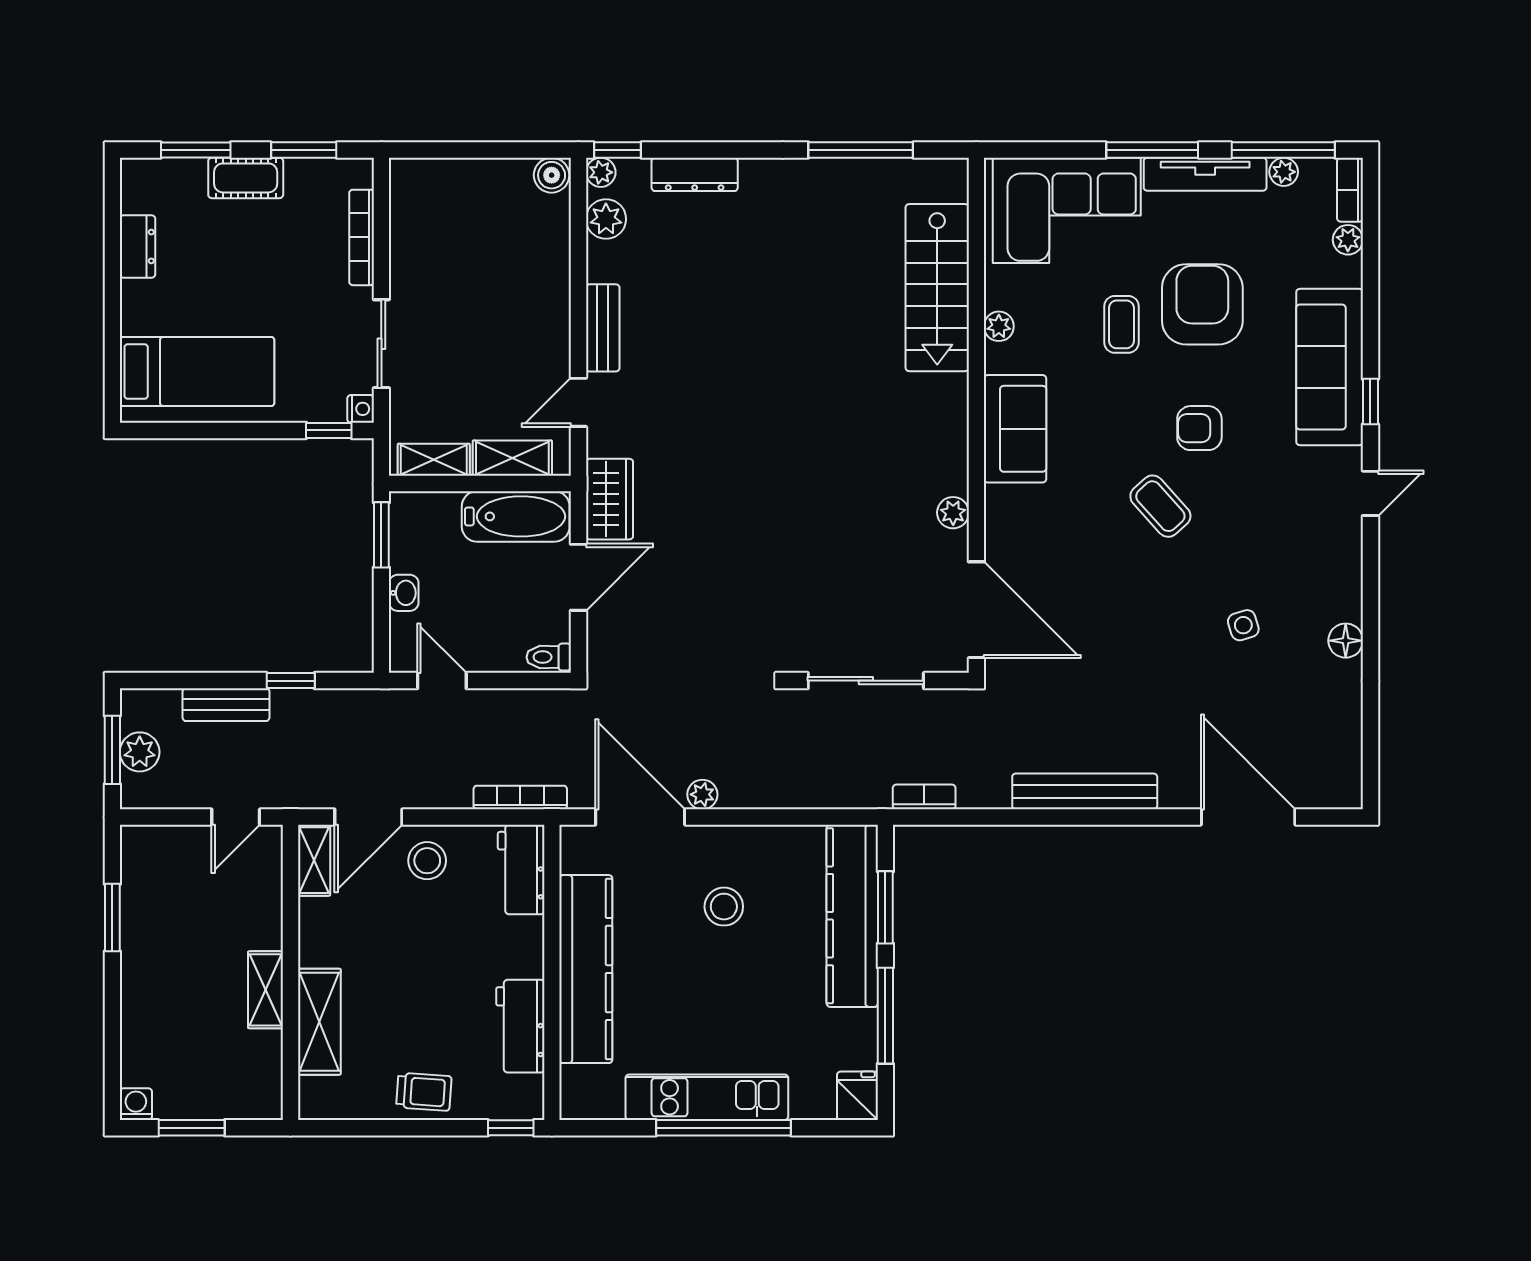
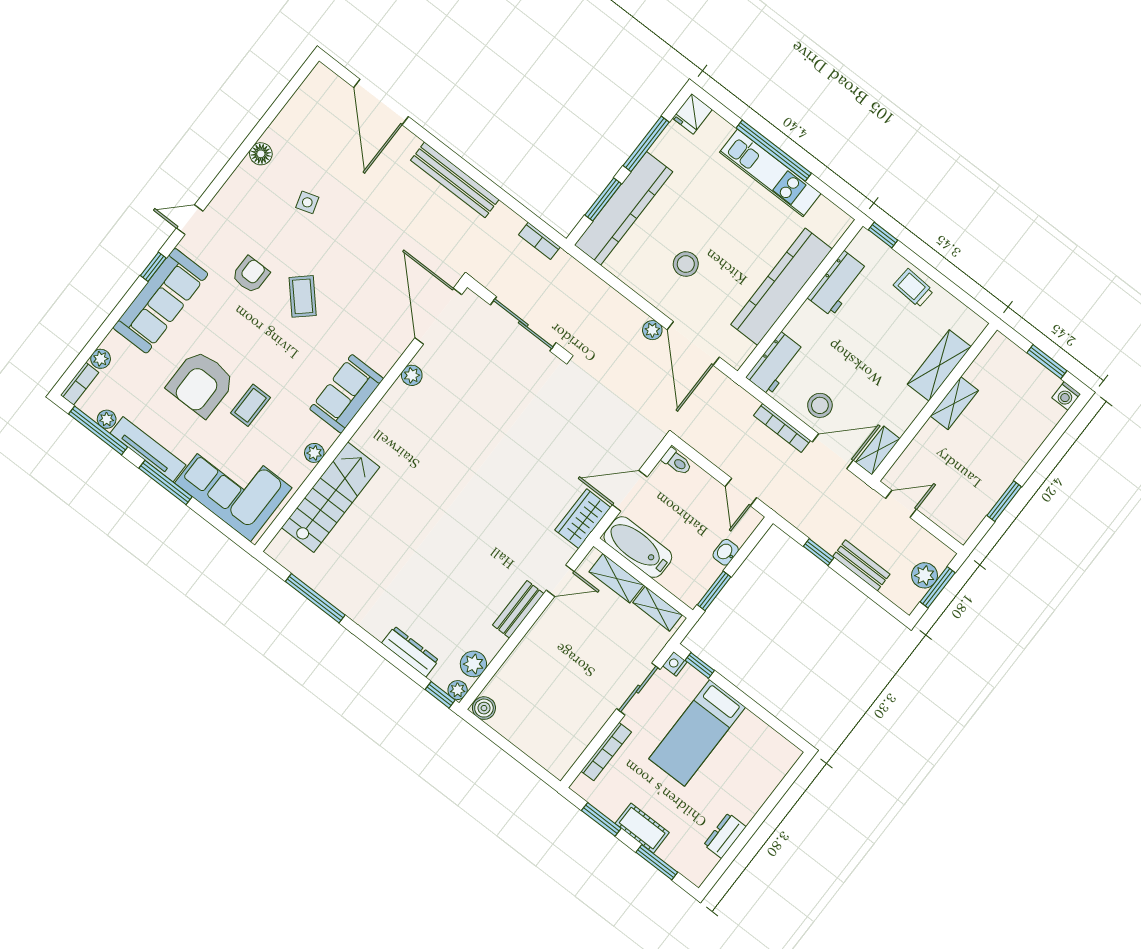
bed: (197, 371) -> (697, 733), moved, turned -90
armchair: (1199, 428) -> (251, 275), moved, turned -90
bookcase: (520, 797) -> (782, 428), moved

